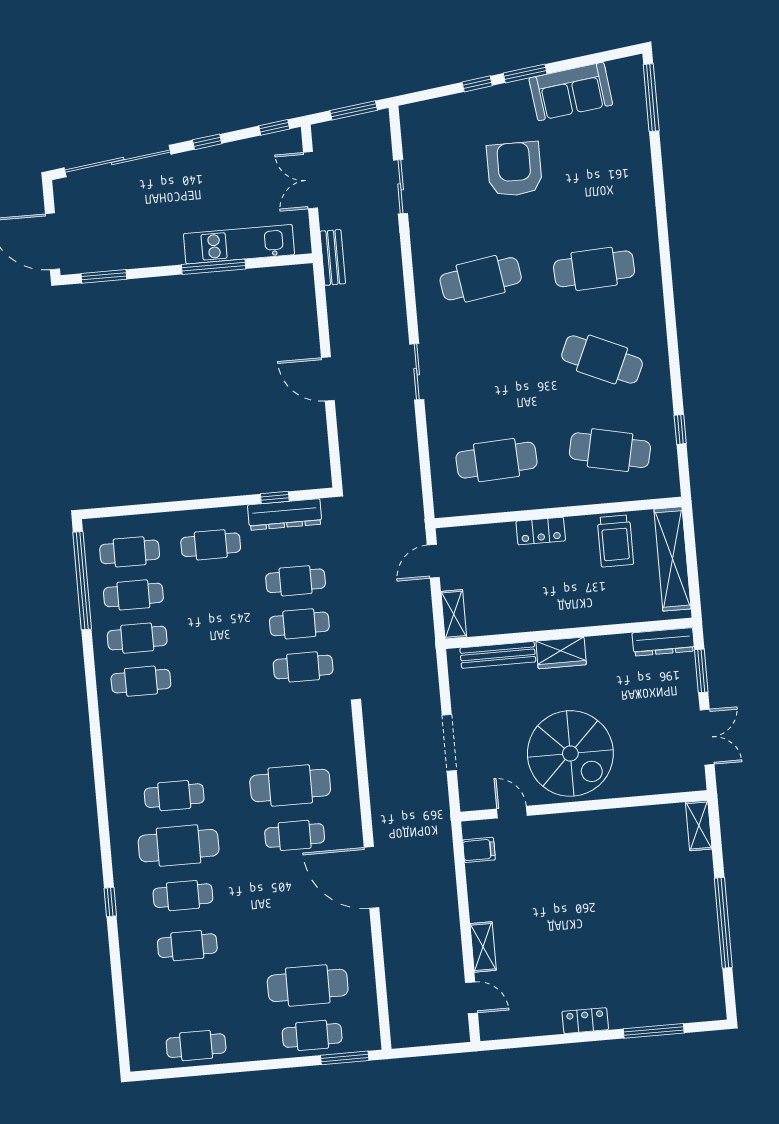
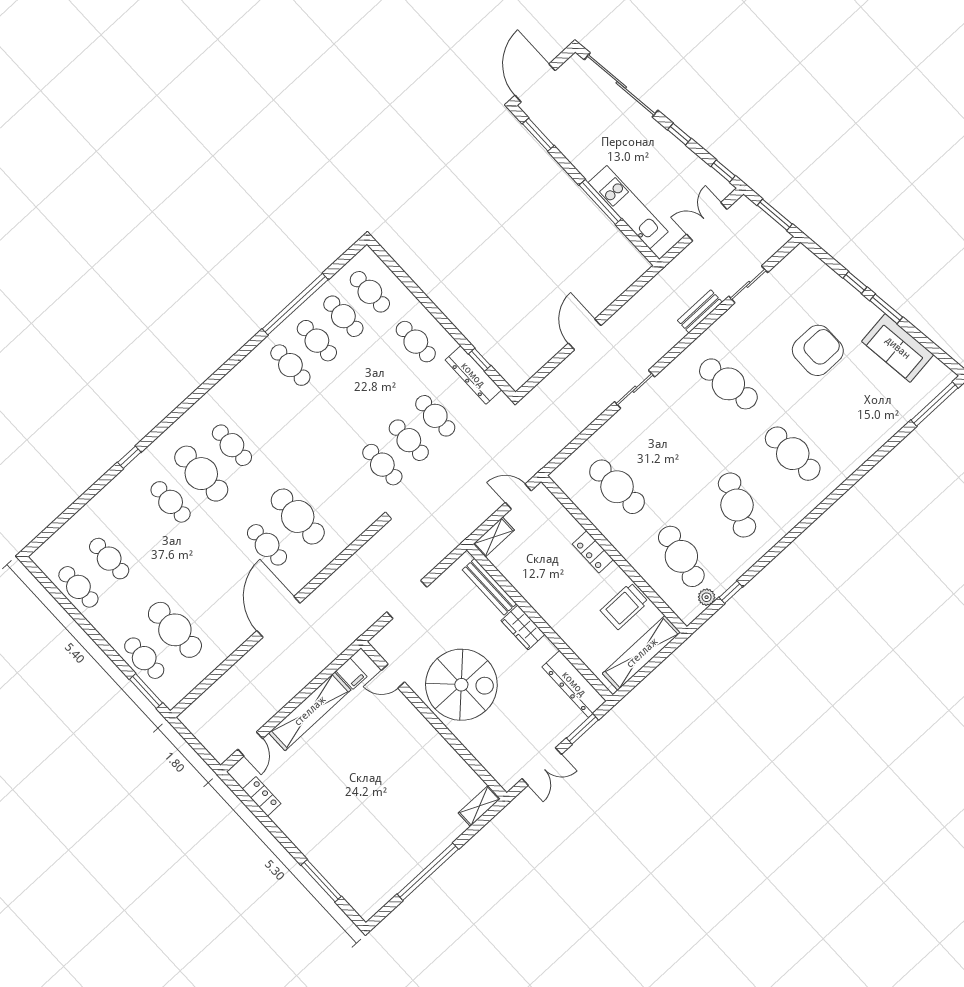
bench: (333, 257) -> (700, 311), moved
plant: (667, 456) -> (707, 597), added
window: (82, 581) -> (295, 304), moved
dresser: (663, 642) -> (574, 684), width x1.37, depth x1.24
spiral stairs: (570, 753) -> (461, 685), turned -90
door: (512, 812) -> (393, 676), swing flipped
cafe table: (187, 946) -> (109, 559), moved
shelving: (483, 947) -> (310, 711), width x2.20, depth x1.33
locker: (585, 1021) -> (262, 796), moved

